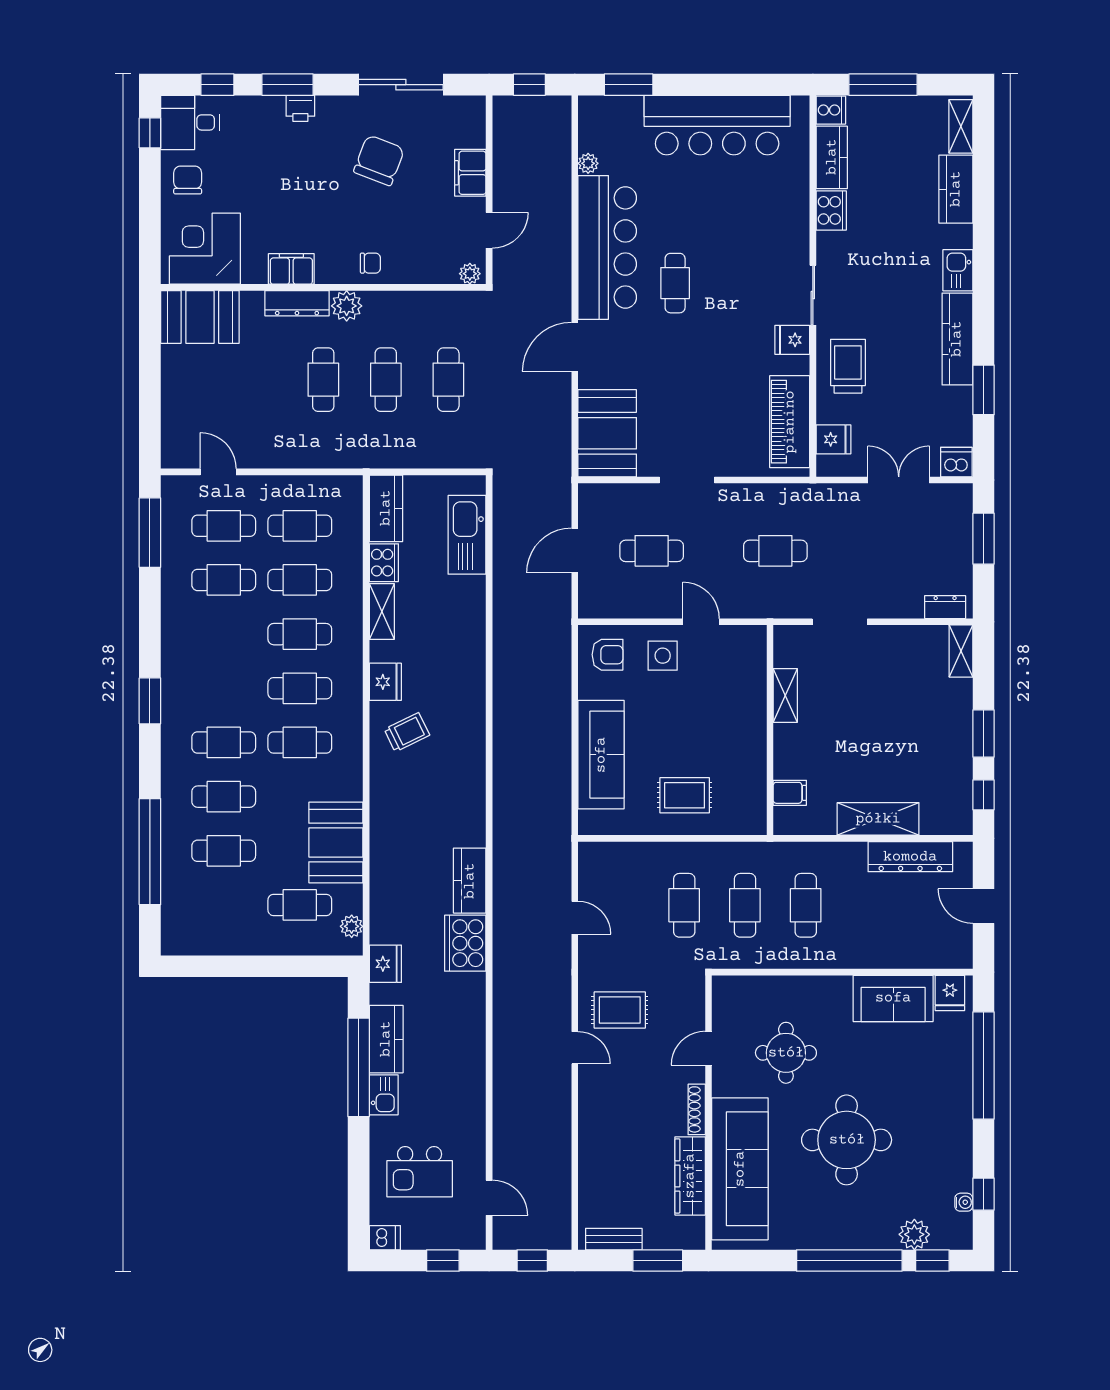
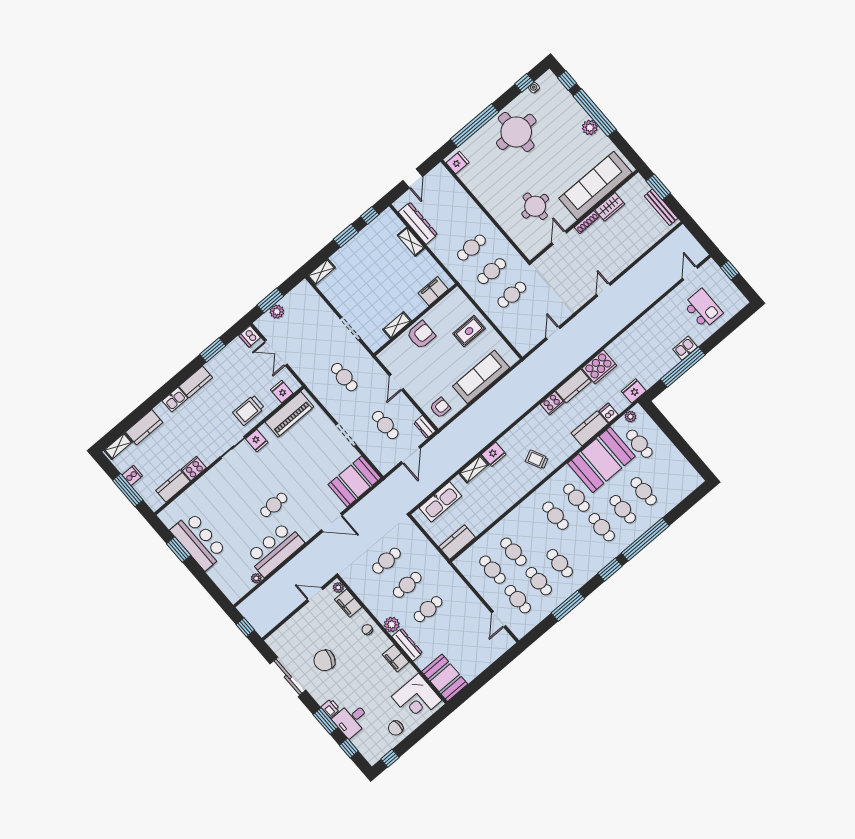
window: (629, 85) -> (179, 550), moved
cooker: (831, 110) -> (132, 475), moved, turned 90
desk: (190, 122) -> (351, 720), moved, turned 90
bar counter: (717, 125) -> (199, 541), width x0.73
filing cabinet: (470, 173) -> (348, 603), moved, turned 90
bar counter: (607, 247) -> (275, 549), width x0.73
kitchen counter: (957, 339) -> (196, 382), width x0.67
window: (150, 533) -> (568, 606), moved
plant: (959, 534) -> (277, 312), added
door: (575, 550) -> (411, 455), hinge flipped
cooker: (384, 563) -> (552, 403), moved, turned 180
dresser: (945, 607) -> (425, 427), moved
shelving: (382, 611) -> (474, 469), moved
cafe table: (300, 634) -> (560, 563), moved
armchair: (608, 655) -> (440, 408), turned 90
side table: (663, 656) -> (422, 386), removed
fridge: (385, 682) -> (494, 454), moved, turned 180
armchair: (740, 719) -> (421, 335), added
filing cabinet: (790, 793) -> (433, 291), width x2.00
rug: (685, 795) -> (469, 331), turned 90
shelving: (878, 819) -> (411, 242), width x0.67, depth x0.75
booth: (336, 843) -> (601, 460), width x1.36, depth x1.42
window: (150, 852) -> (645, 539), moved
sofa: (893, 998) -> (479, 183), removed
rug: (620, 1010) -> (574, 285), removed
kitchen counter: (386, 1039) -> (590, 428), moved
door: (708, 1048) -> (559, 238), swing flipped
round table: (847, 1140) -> (516, 132), moved
wardrobe: (690, 1176) -> (610, 207), width x0.67
plant: (914, 1234) -> (590, 128), moved
dishwasher: (385, 1238) -> (609, 413), moved
bench: (614, 1239) -> (661, 207), width x1.36
window: (532, 1261) -> (700, 236), removed

